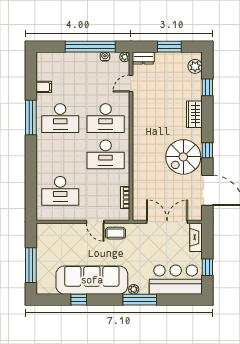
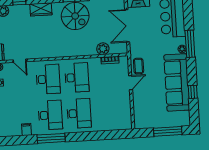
plant: (140, 189) -> (103, 49), added
desk: (60, 191) -> (79, 113), moved

